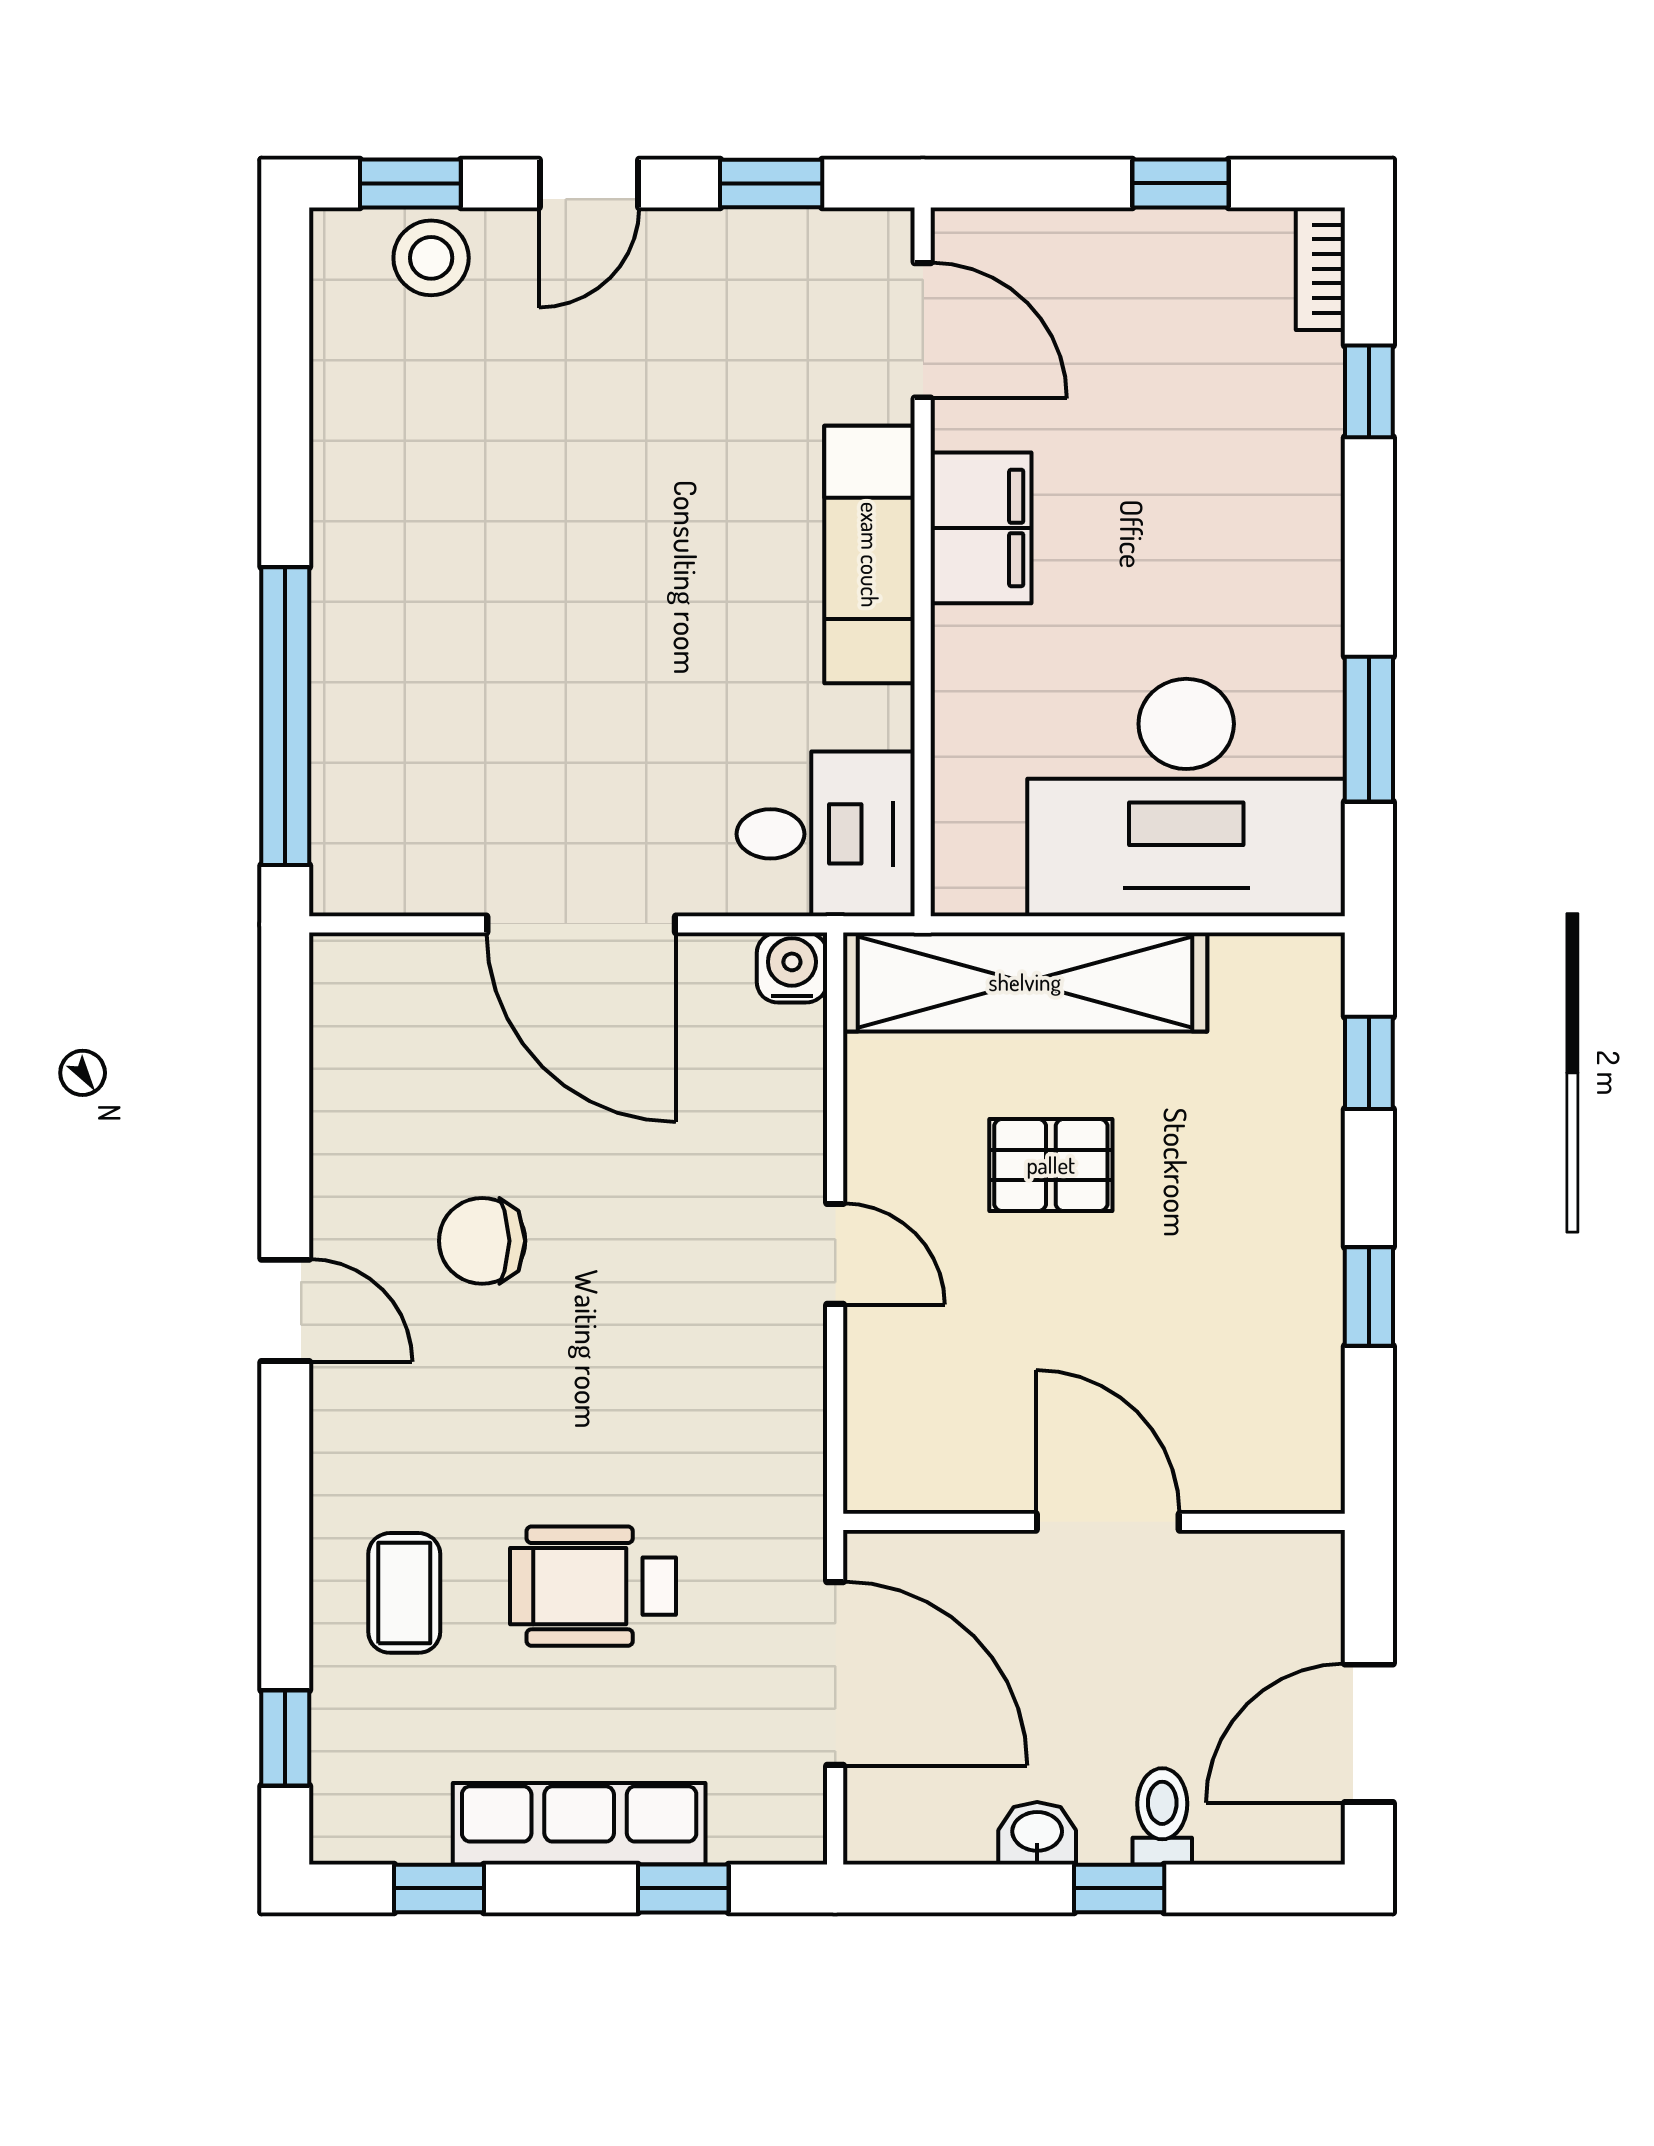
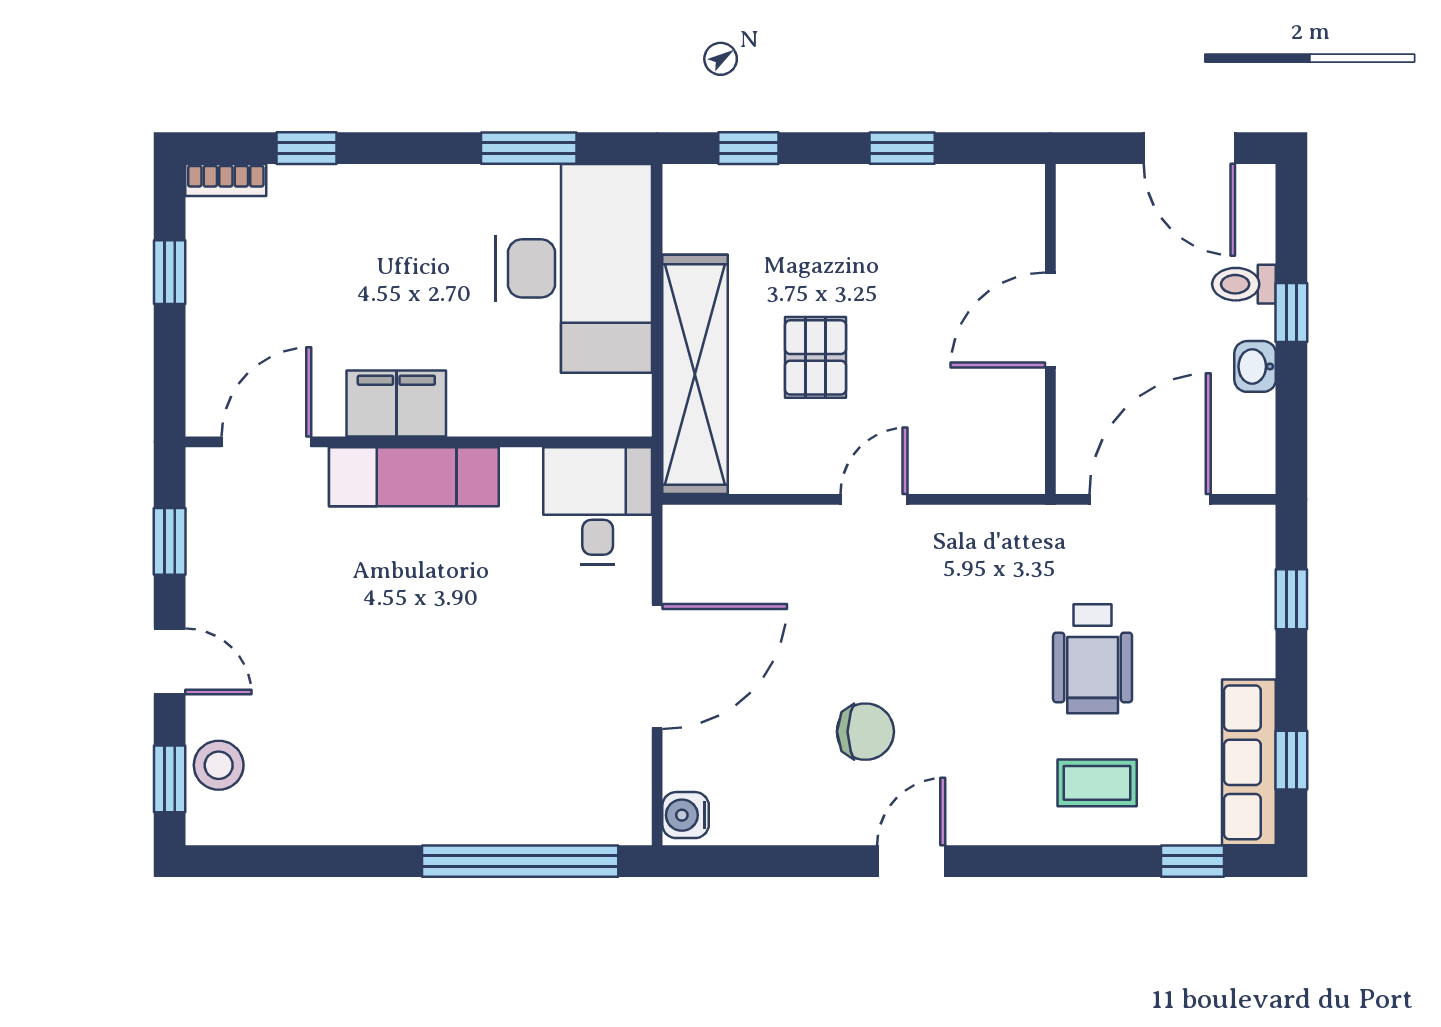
water cooler: (792, 968) -> (686, 815), moved
chair: (482, 1241) -> (865, 732), turned -90
row of seats: (579, 1824) -> (1249, 762), moved

